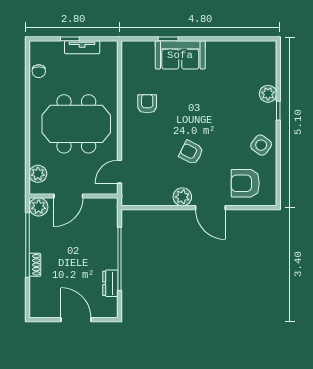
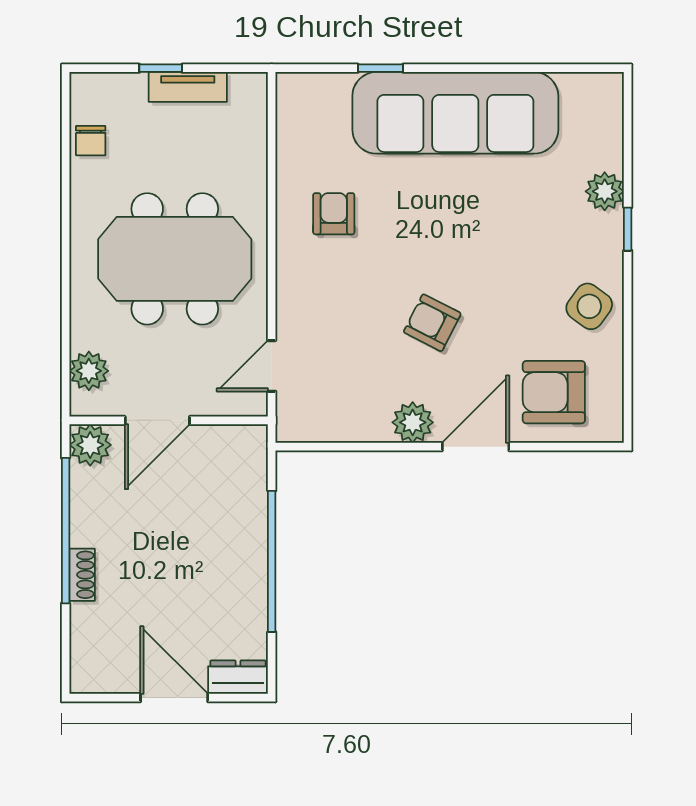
sofa: (180, 55) -> (455, 113), width x1.85, depth x1.27
door: (210, 208) -> (476, 447), swing flipped
dresser: (110, 283) -> (238, 677), moved, turned 90

